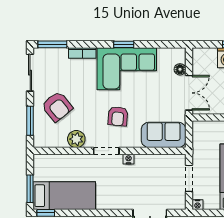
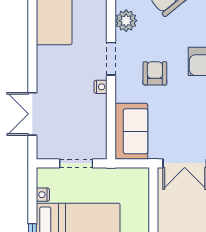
armchair: (118, 116) -> (155, 73), turned 85
nightstand: (197, 205) -> (43, 195), moved

